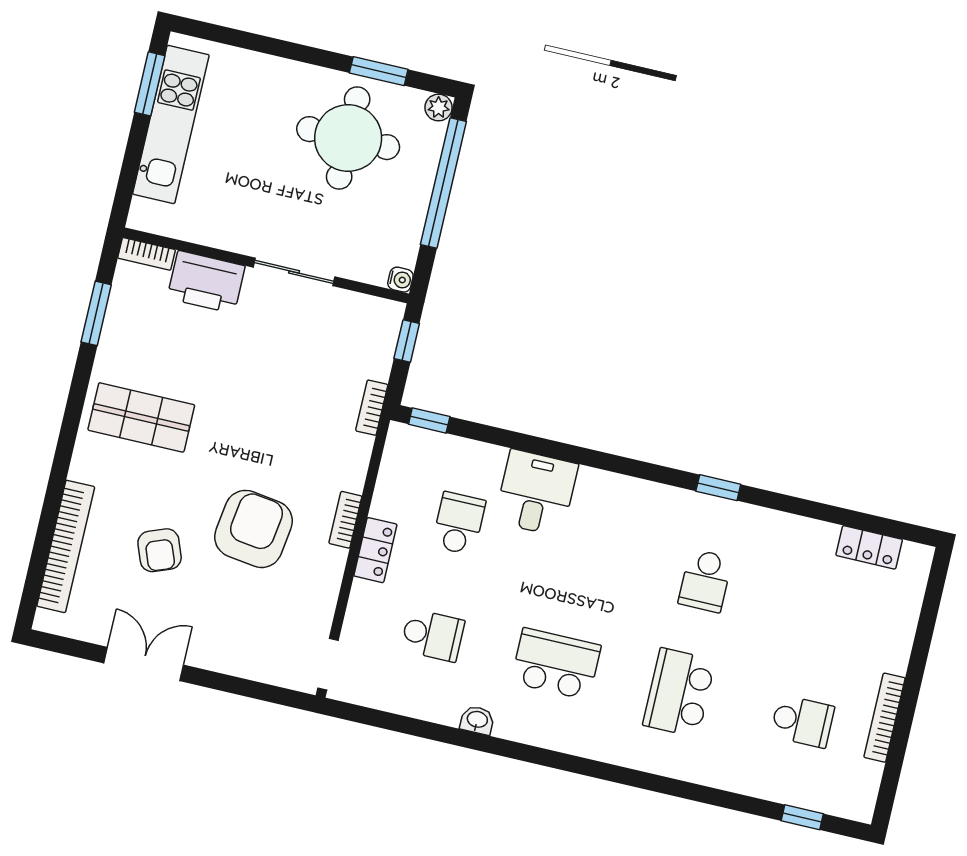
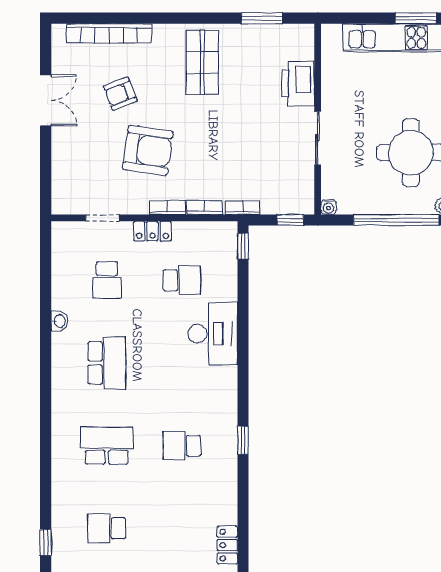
bookcase: (147, 254) -> (204, 207), moved, turned 90
desk: (536, 493) -> (213, 334), width x1.37
doorway: (328, 664) -> (102, 218), moved
school desk: (802, 721) -> (107, 528), turned 90

